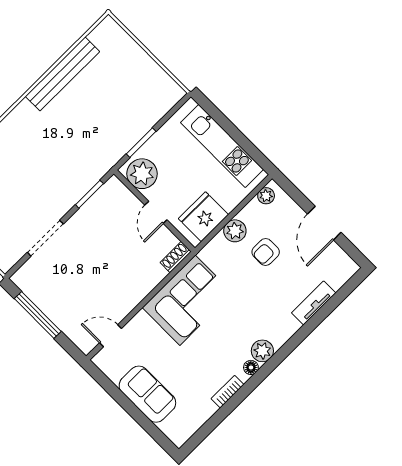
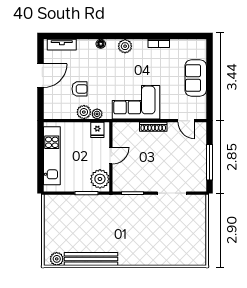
plant: (101, 36) -> (57, 259), added
plant: (266, 196) -> (97, 114), moved
fridge: (203, 217) -> (97, 130), width x0.53, depth x0.75
shoe rack: (176, 257) -> (153, 127), moved, width x1.43
tv unit: (314, 303) -> (62, 45), moved
floor lamp: (251, 367) -> (101, 44), moved

